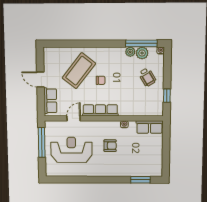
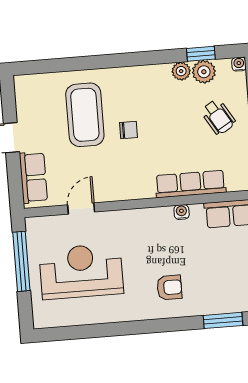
window: (141, 43) -> (201, 54), width x0.46
coffee table: (79, 71) -> (85, 115), turned -38
row of seats: (100, 110) -> (190, 184), moved
armchair: (110, 146) -> (169, 287), moved

